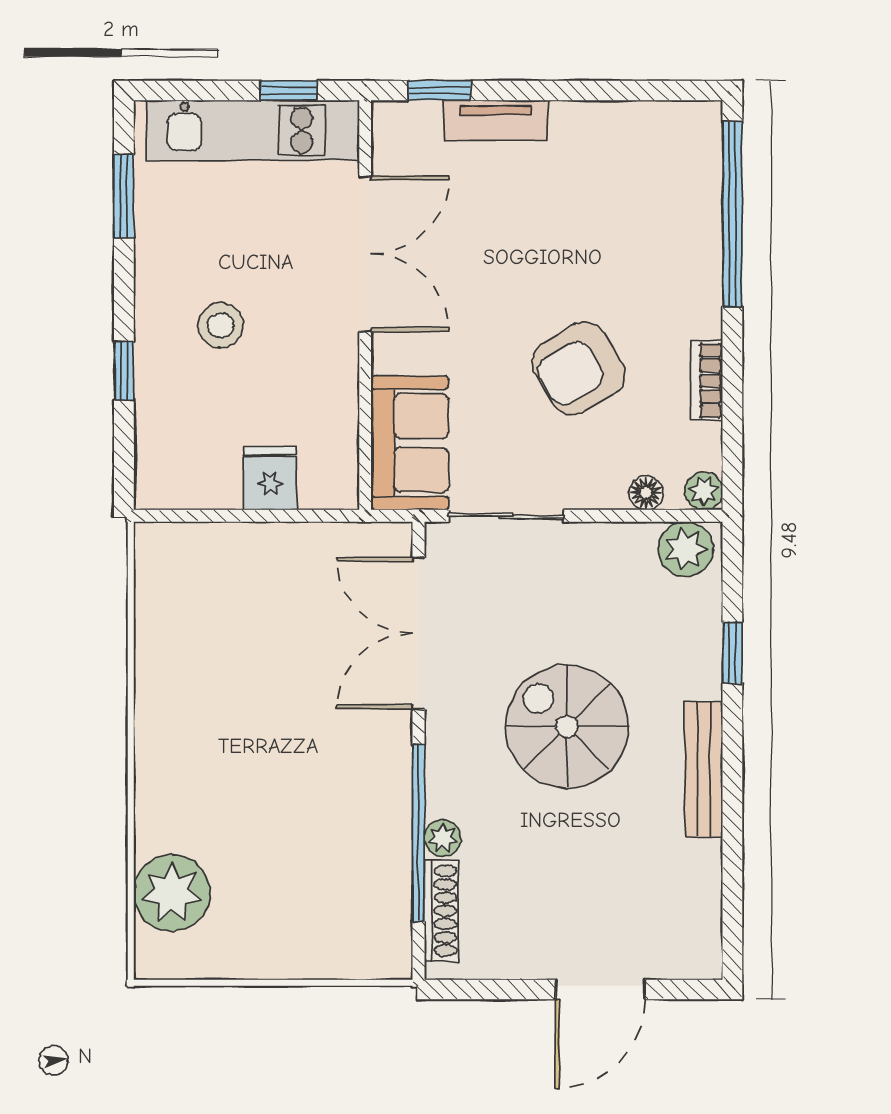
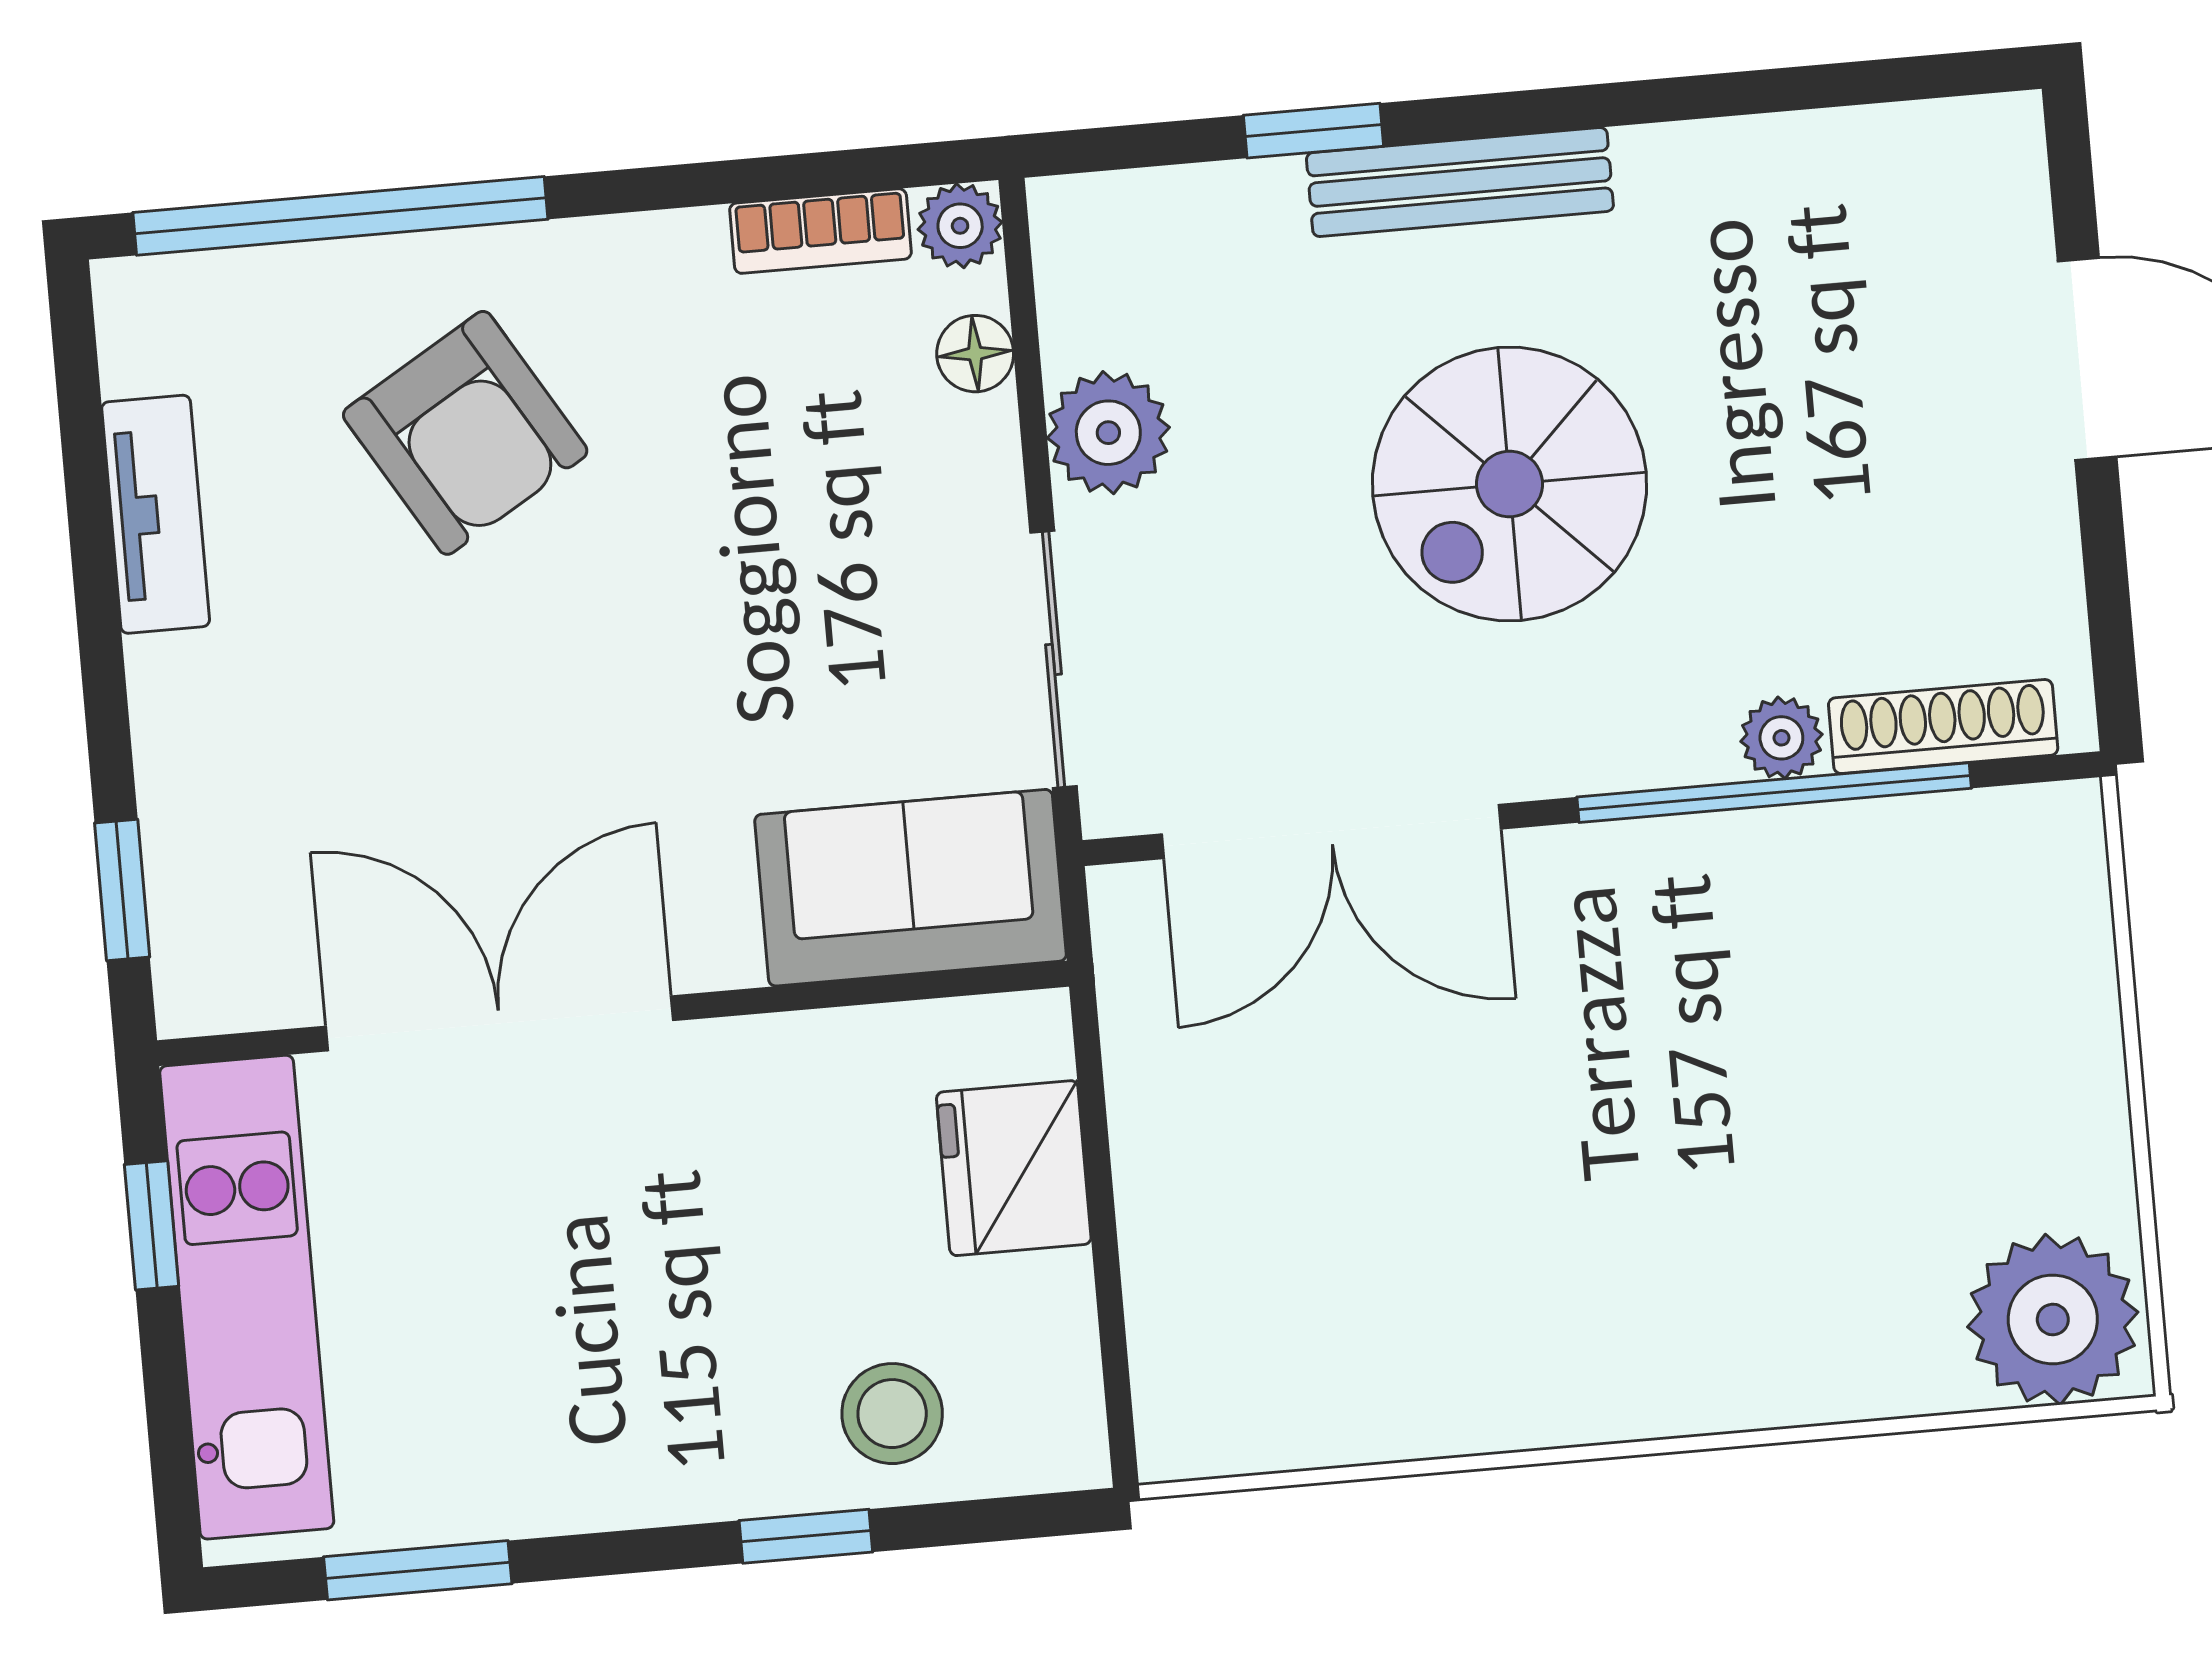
tv unit: (495, 120) -> (156, 514), moved
stool: (221, 325) -> (892, 1414), moved
armchair: (579, 368) -> (465, 433), moved
bookcase: (707, 381) -> (820, 231), moved
fridge: (270, 478) -> (1014, 1168), width x1.38
plant: (686, 549) -> (1108, 433), moved
bench: (704, 769) -> (1460, 182), moved
plant: (172, 893) -> (2053, 1319), moved

